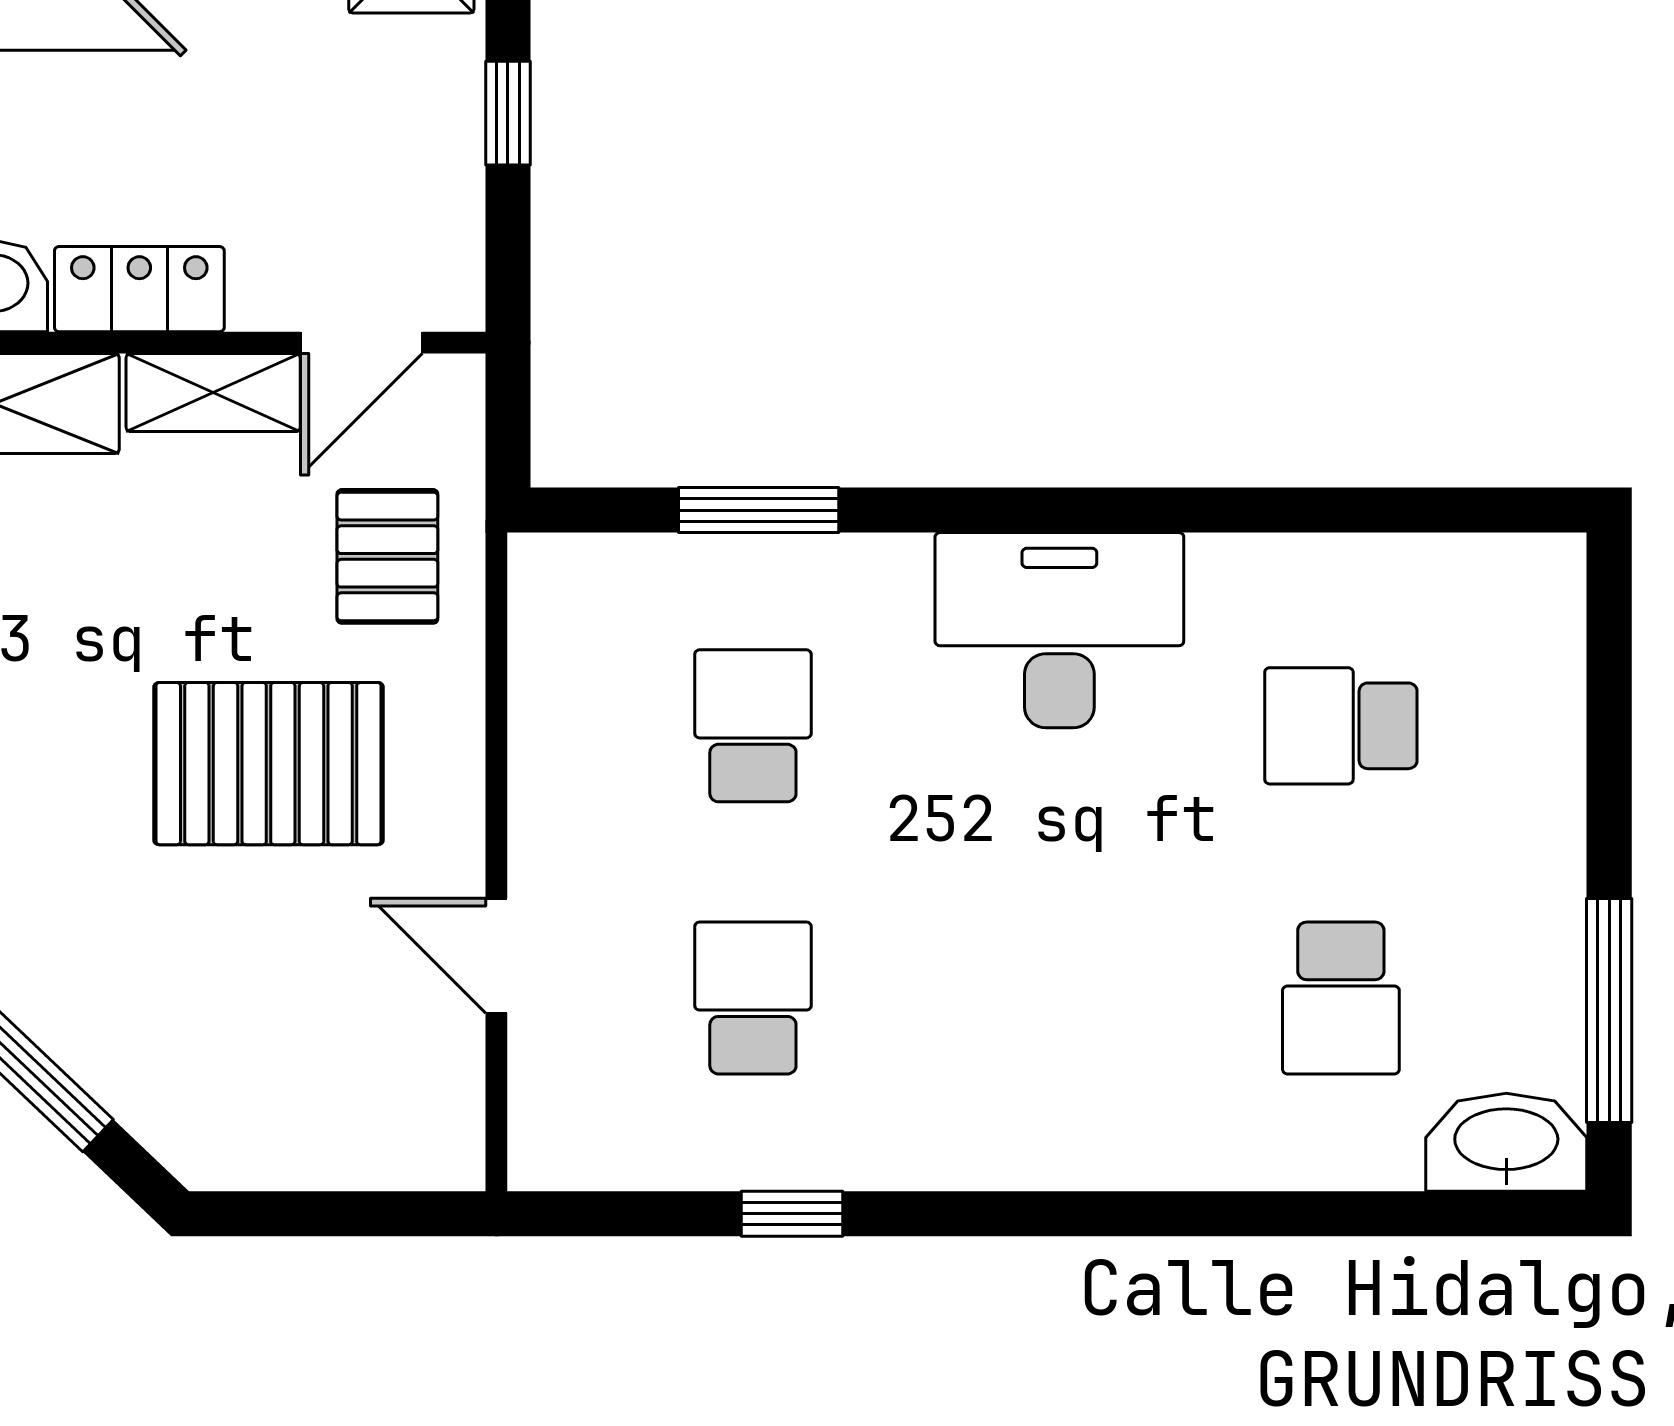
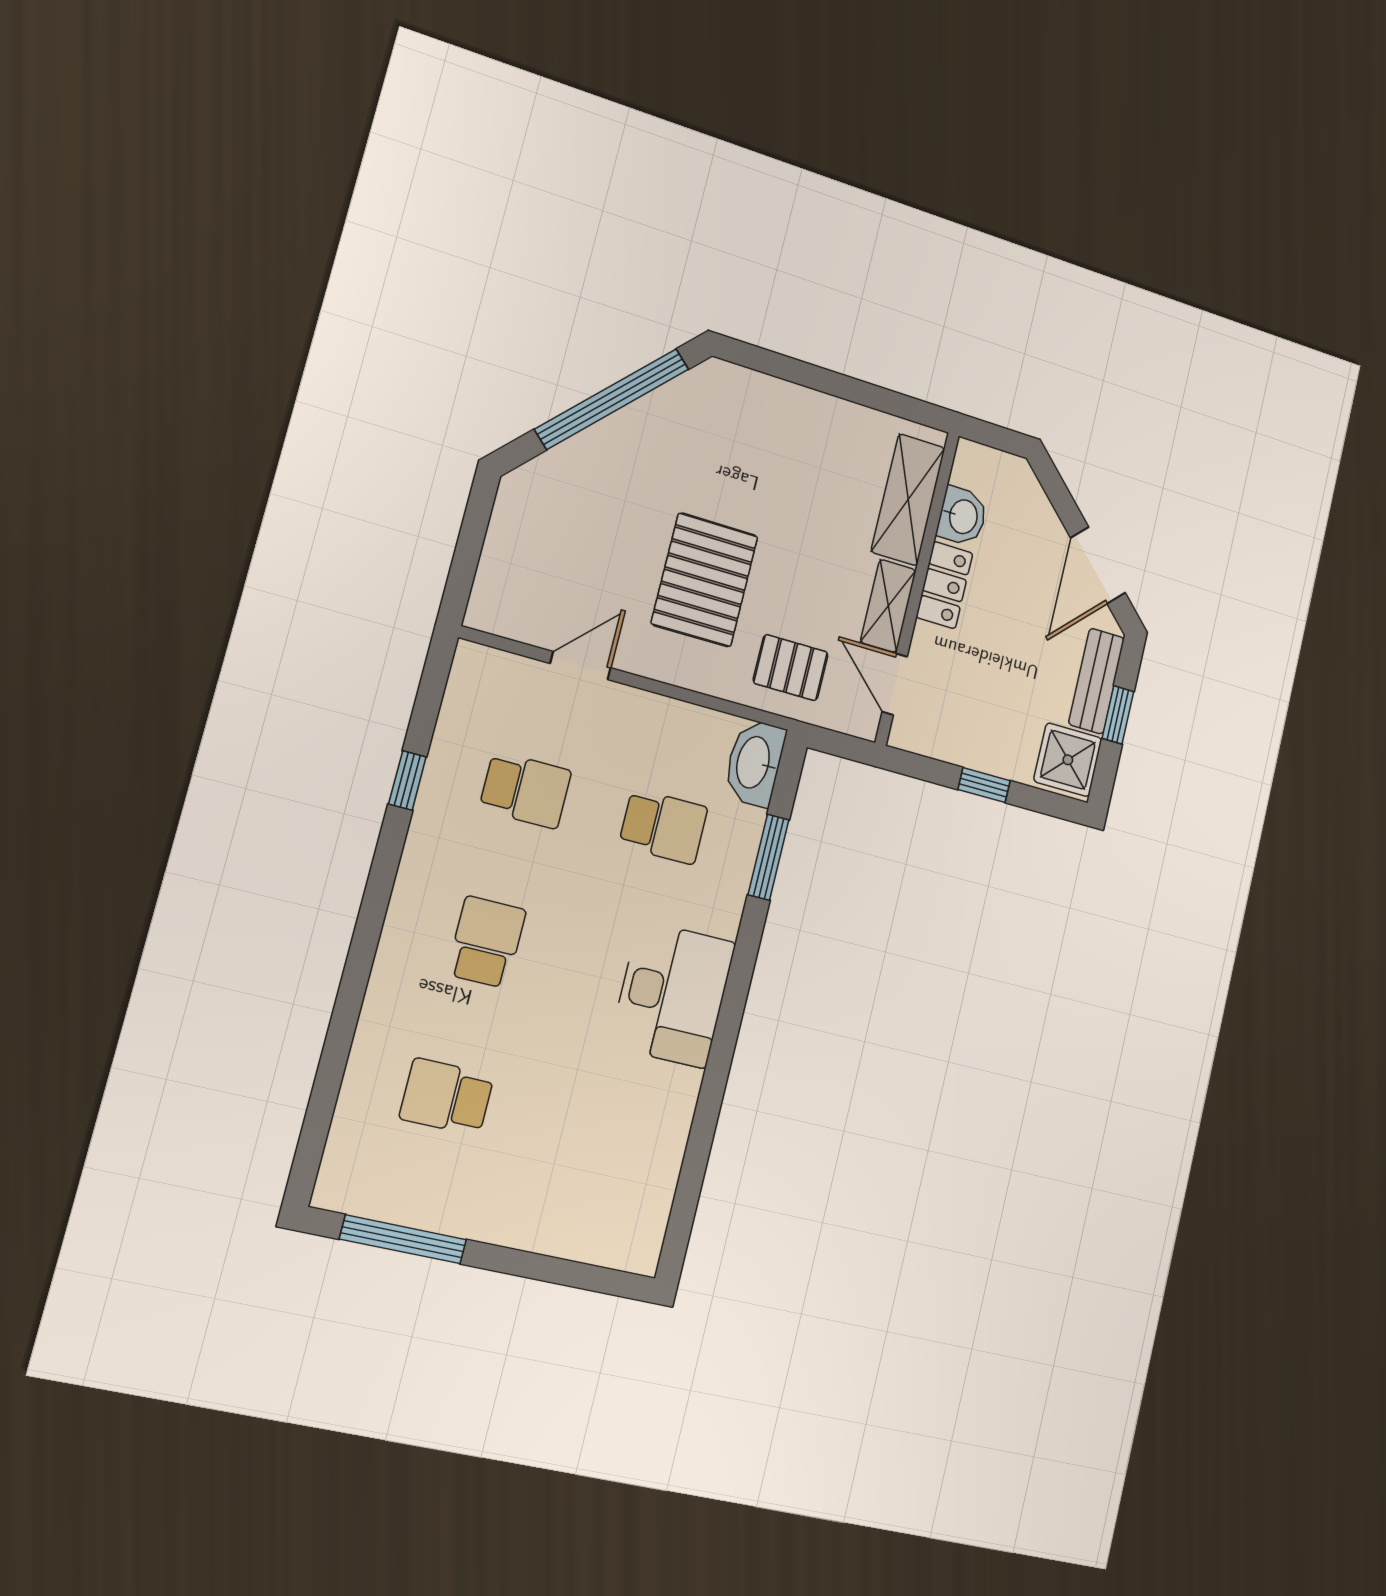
school desk: (1341, 726) -> (486, 942), moved
washbasin: (1506, 1142) -> (754, 763), moved, turned 180

